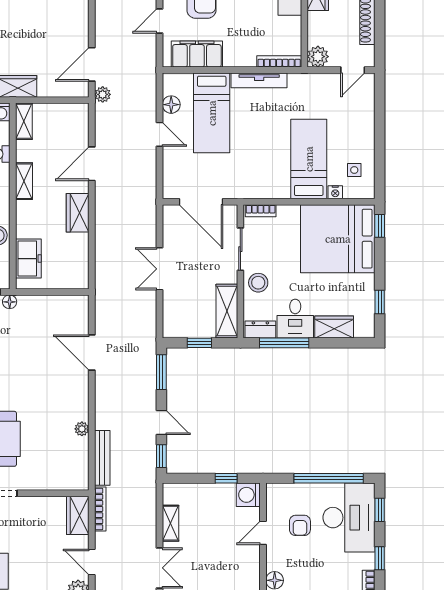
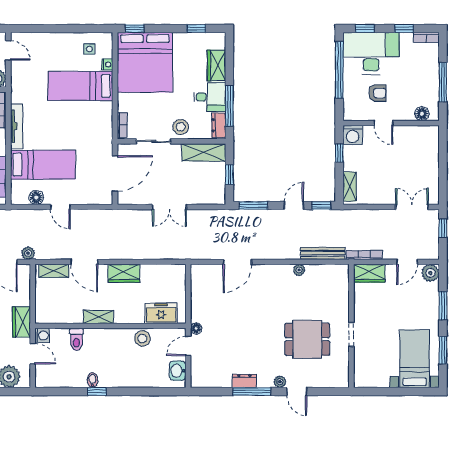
shelving: (24, 121) -> (54, 271), moved
door: (160, 134) -> (60, 207), swing flipped
shelving: (171, 523) -> (350, 187), moved, turned 90

